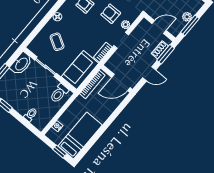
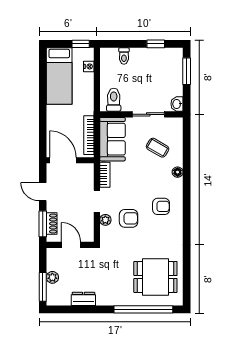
window: (190, 25) -> (43, 287), moved
door: (159, 27) -> (71, 245), swing flipped
washbasin: (21, 64) -> (177, 104), width x0.52, depth x0.69
door: (149, 74) -> (43, 192), hinge flipped
door: (121, 82) -> (63, 160), hinge flipped
window: (60, 152) -> (81, 44), moved

